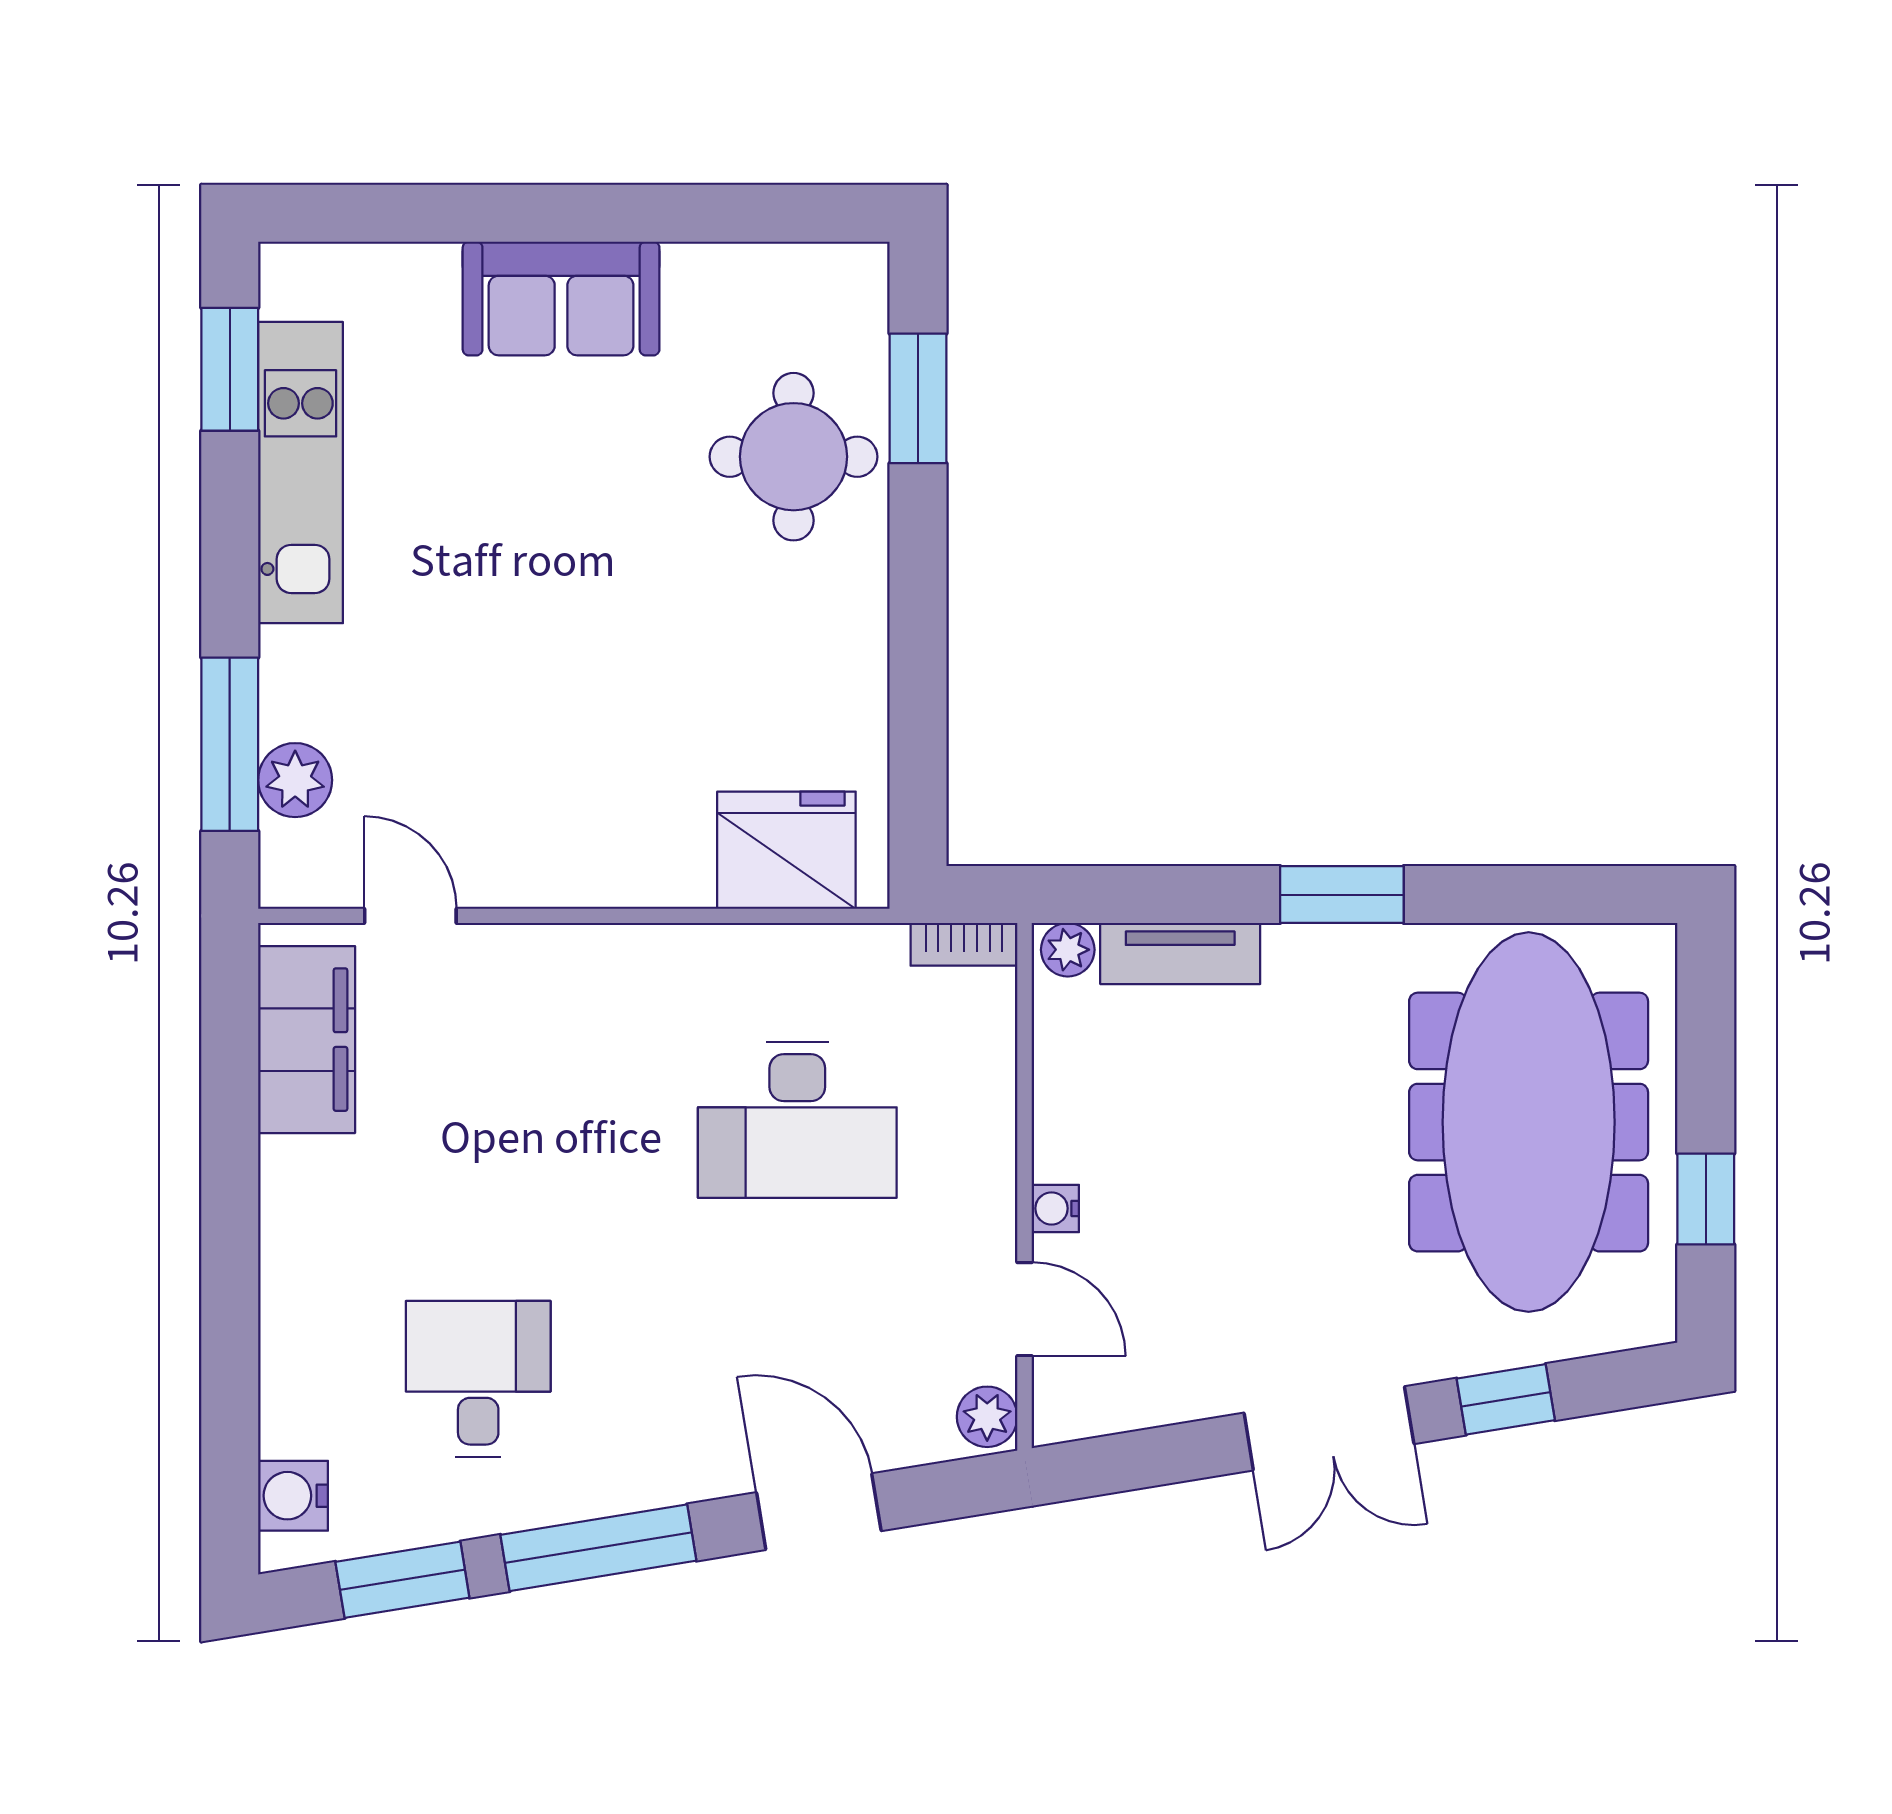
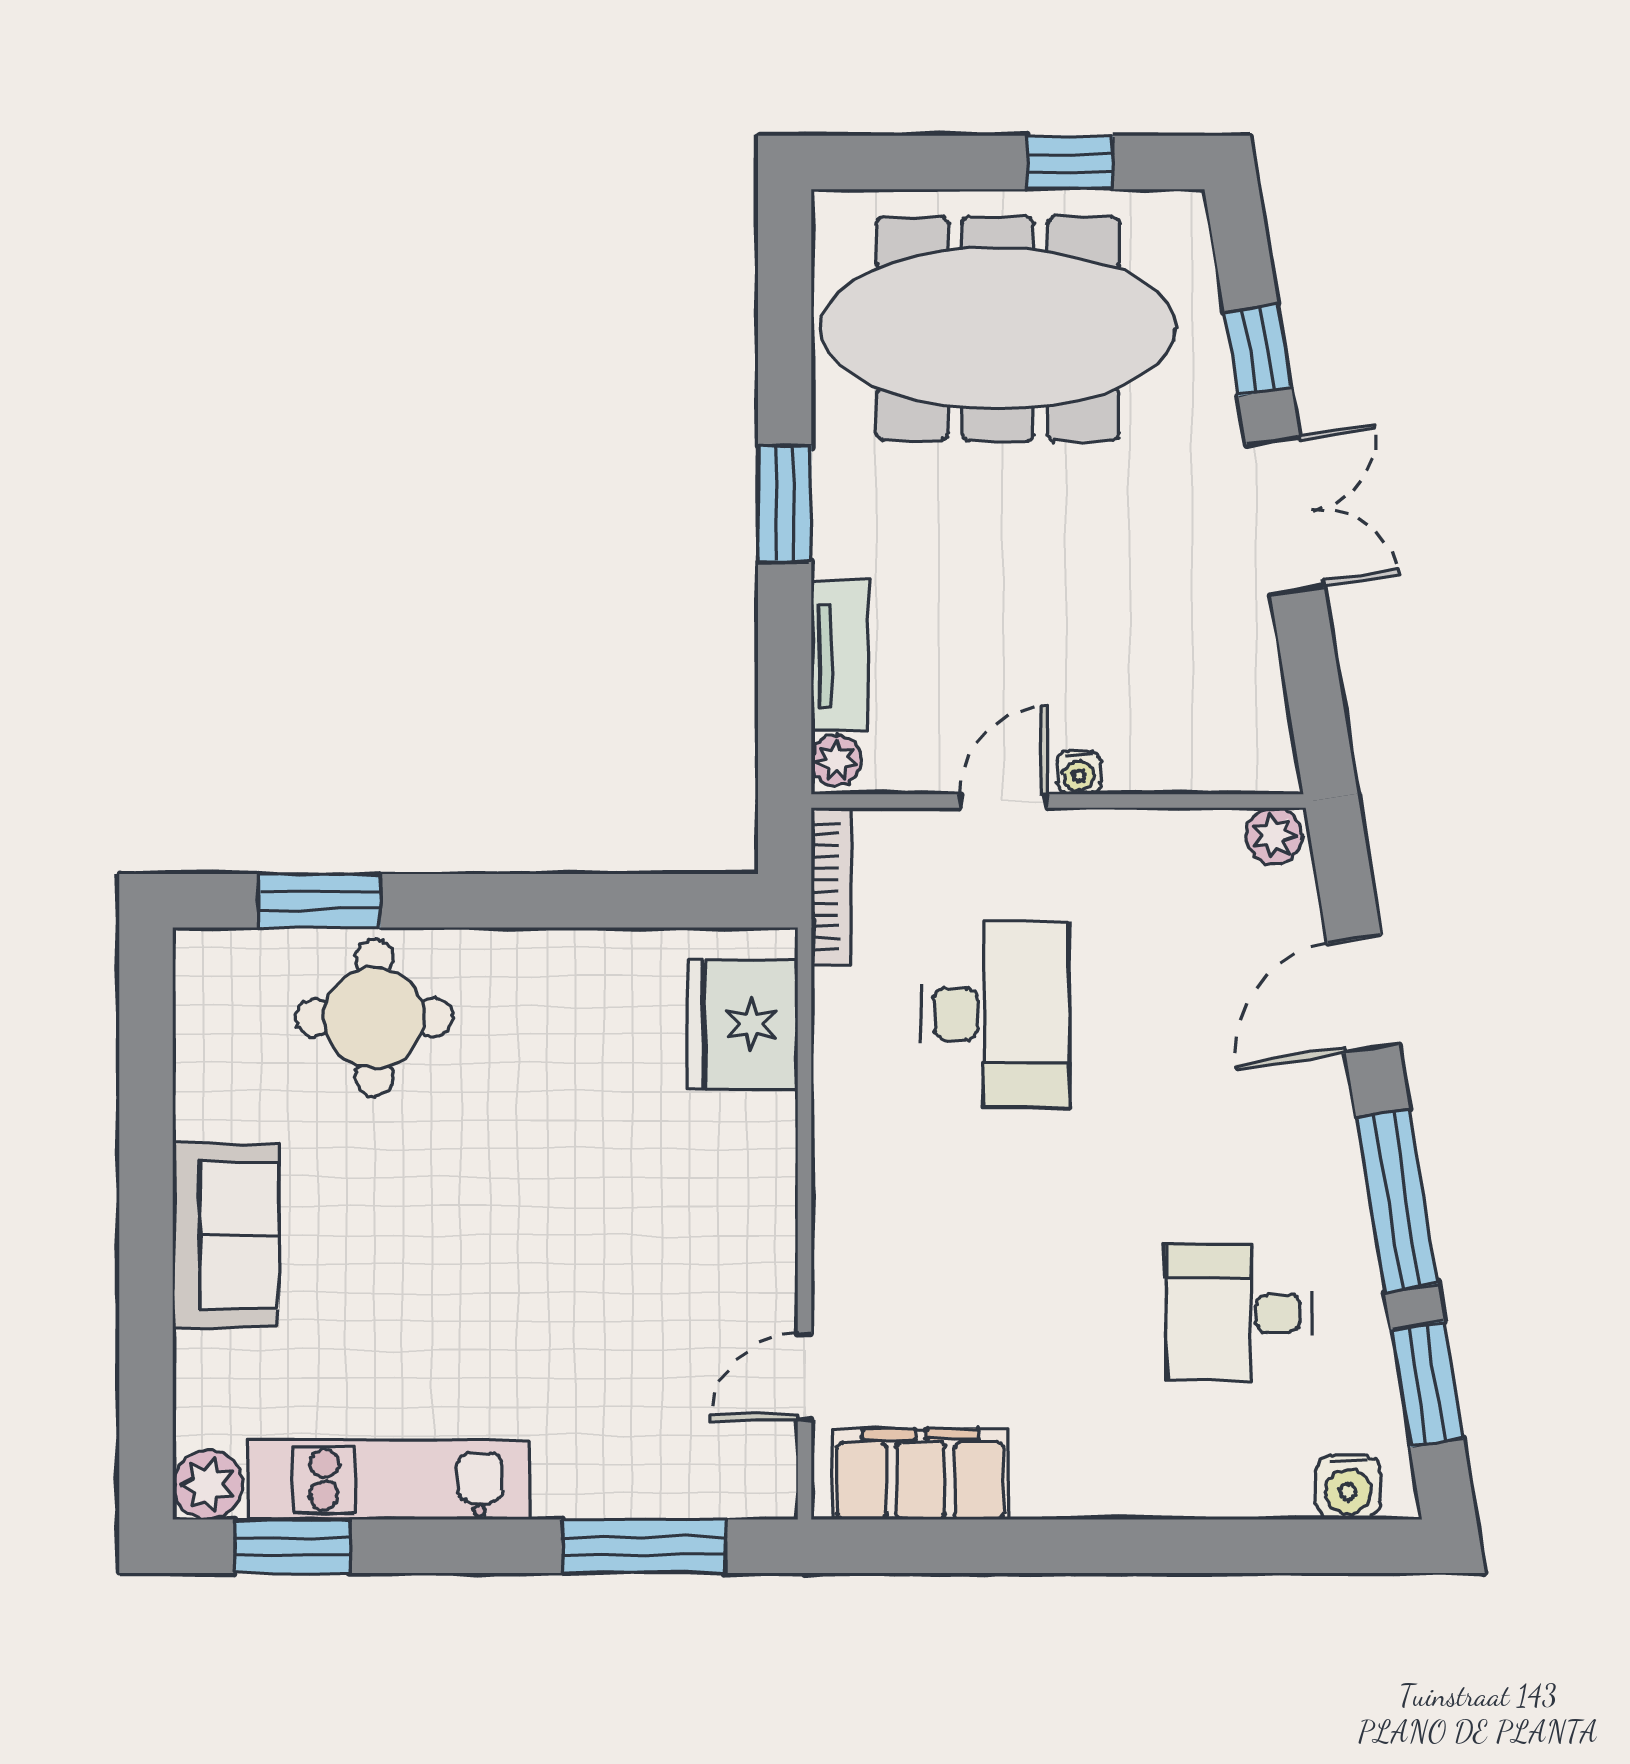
plant: (295, 780) -> (208, 1485), moved
bookcase: (964, 944) -> (831, 886), width x1.56
door: (1025, 1309) -> (1004, 801), moved

